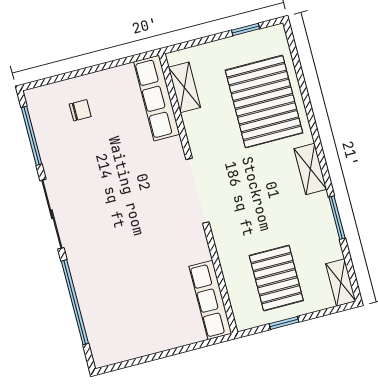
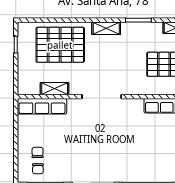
shelving: (184, 87) -> (55, 89), moved
chair: (54, 118) -> (38, 169), added

